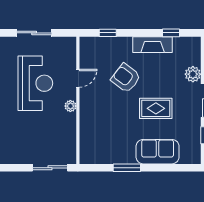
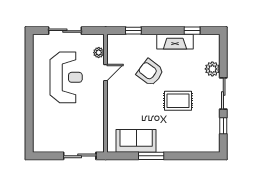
plant: (70, 106) -> (99, 53), moved
sofa: (158, 152) -> (136, 141), moved

